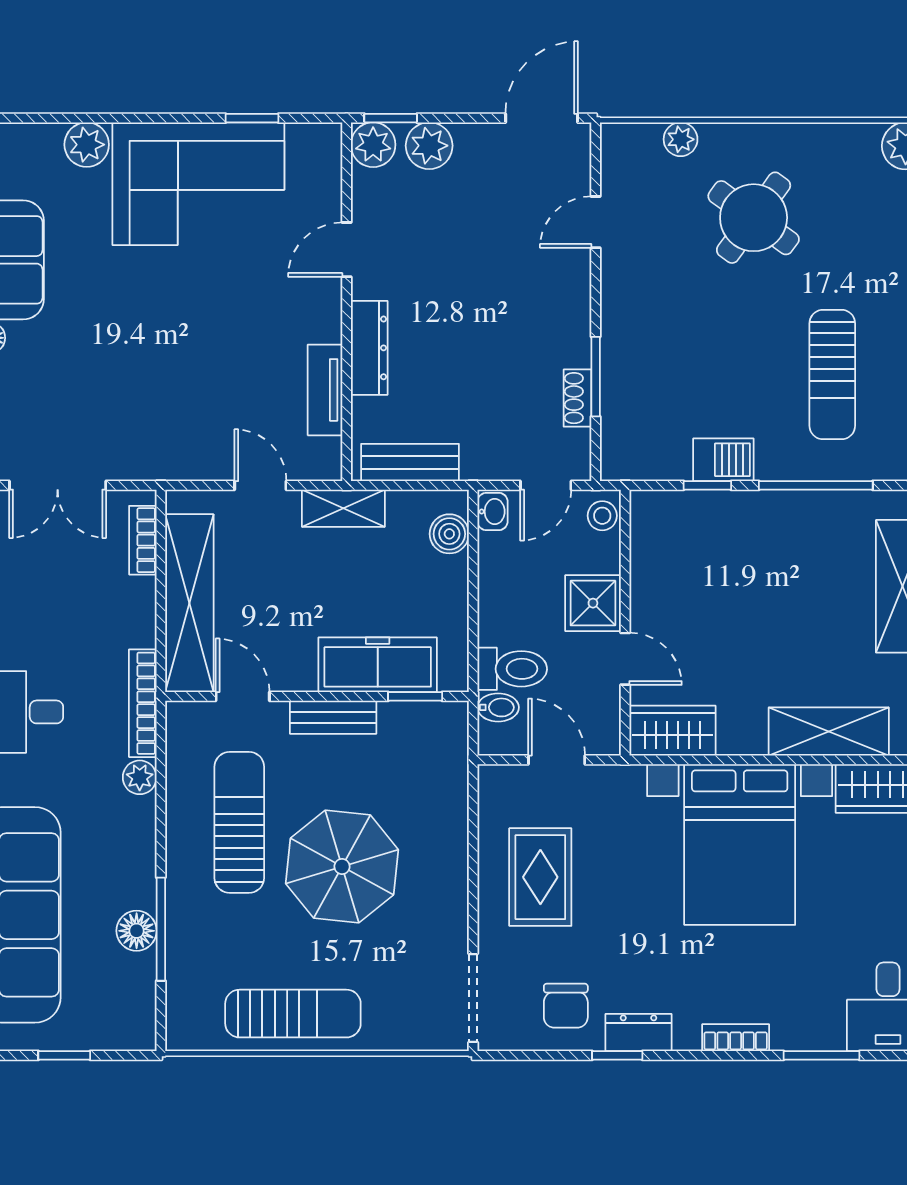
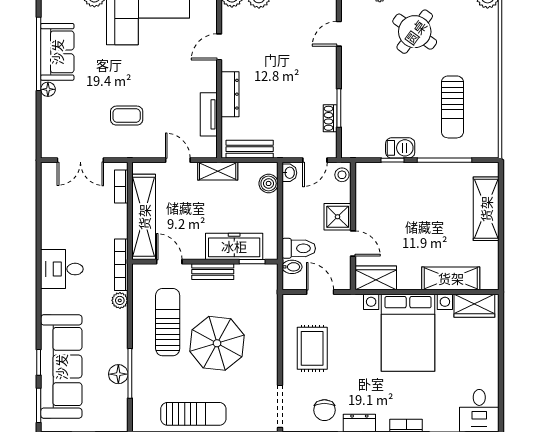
coffee table: (154, 392) -> (127, 116), added

